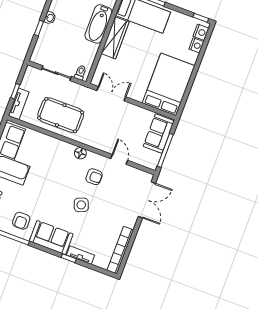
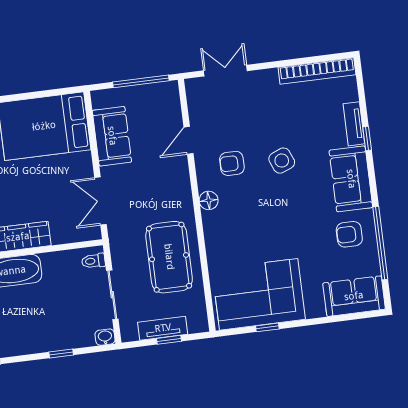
washbasin: (50, 18) -> (105, 337), moved
tv unit: (19, 104) -> (163, 328), moved
sofa: (159, 134) -> (112, 136), moved, turned -90
armchair: (94, 177) -> (232, 163), turned -90
double door: (147, 200) -> (225, 71), width x0.73
armchair: (21, 221) -> (349, 234), turned 180

